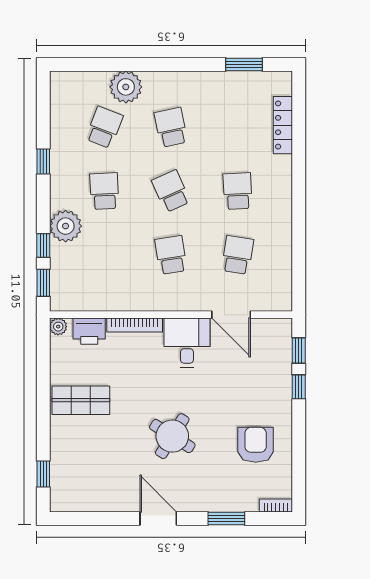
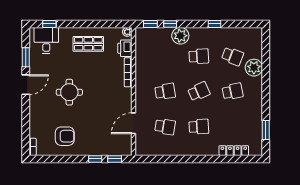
desk: (187, 343) -> (46, 40), moved, turned -90
shop shelf: (81, 400) -> (88, 44), turned 90
round table: (172, 436) -> (69, 92), turned -32
window: (226, 518) -> (26, 57), moved

